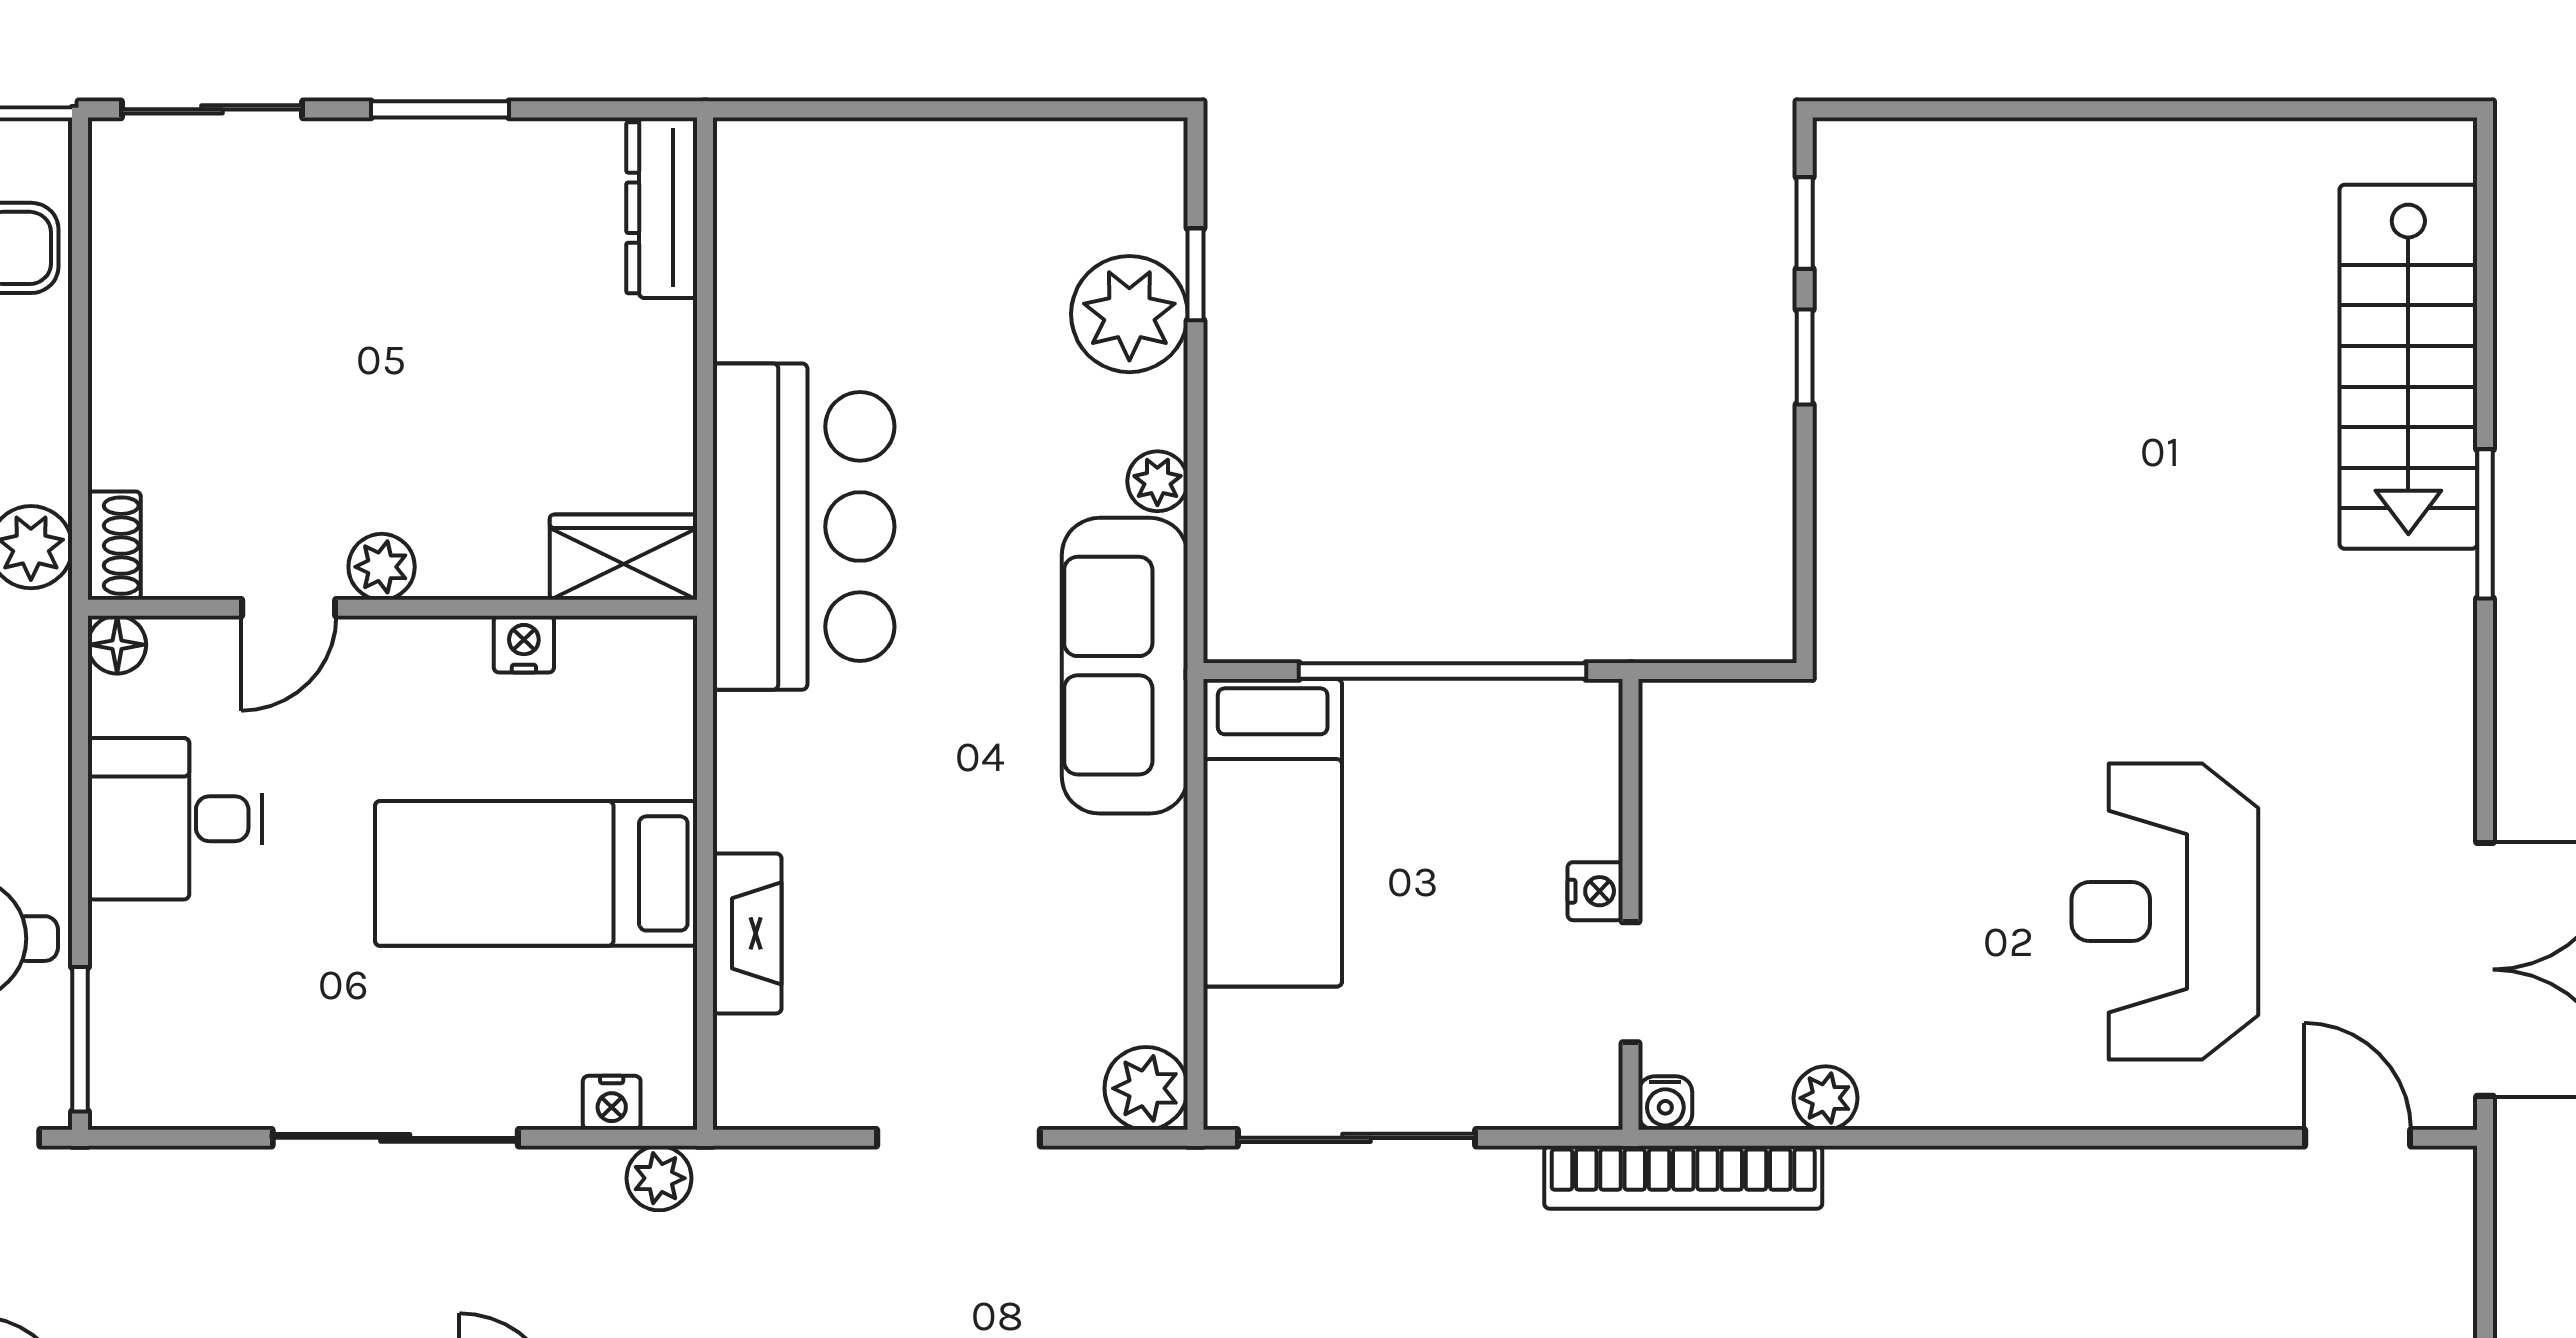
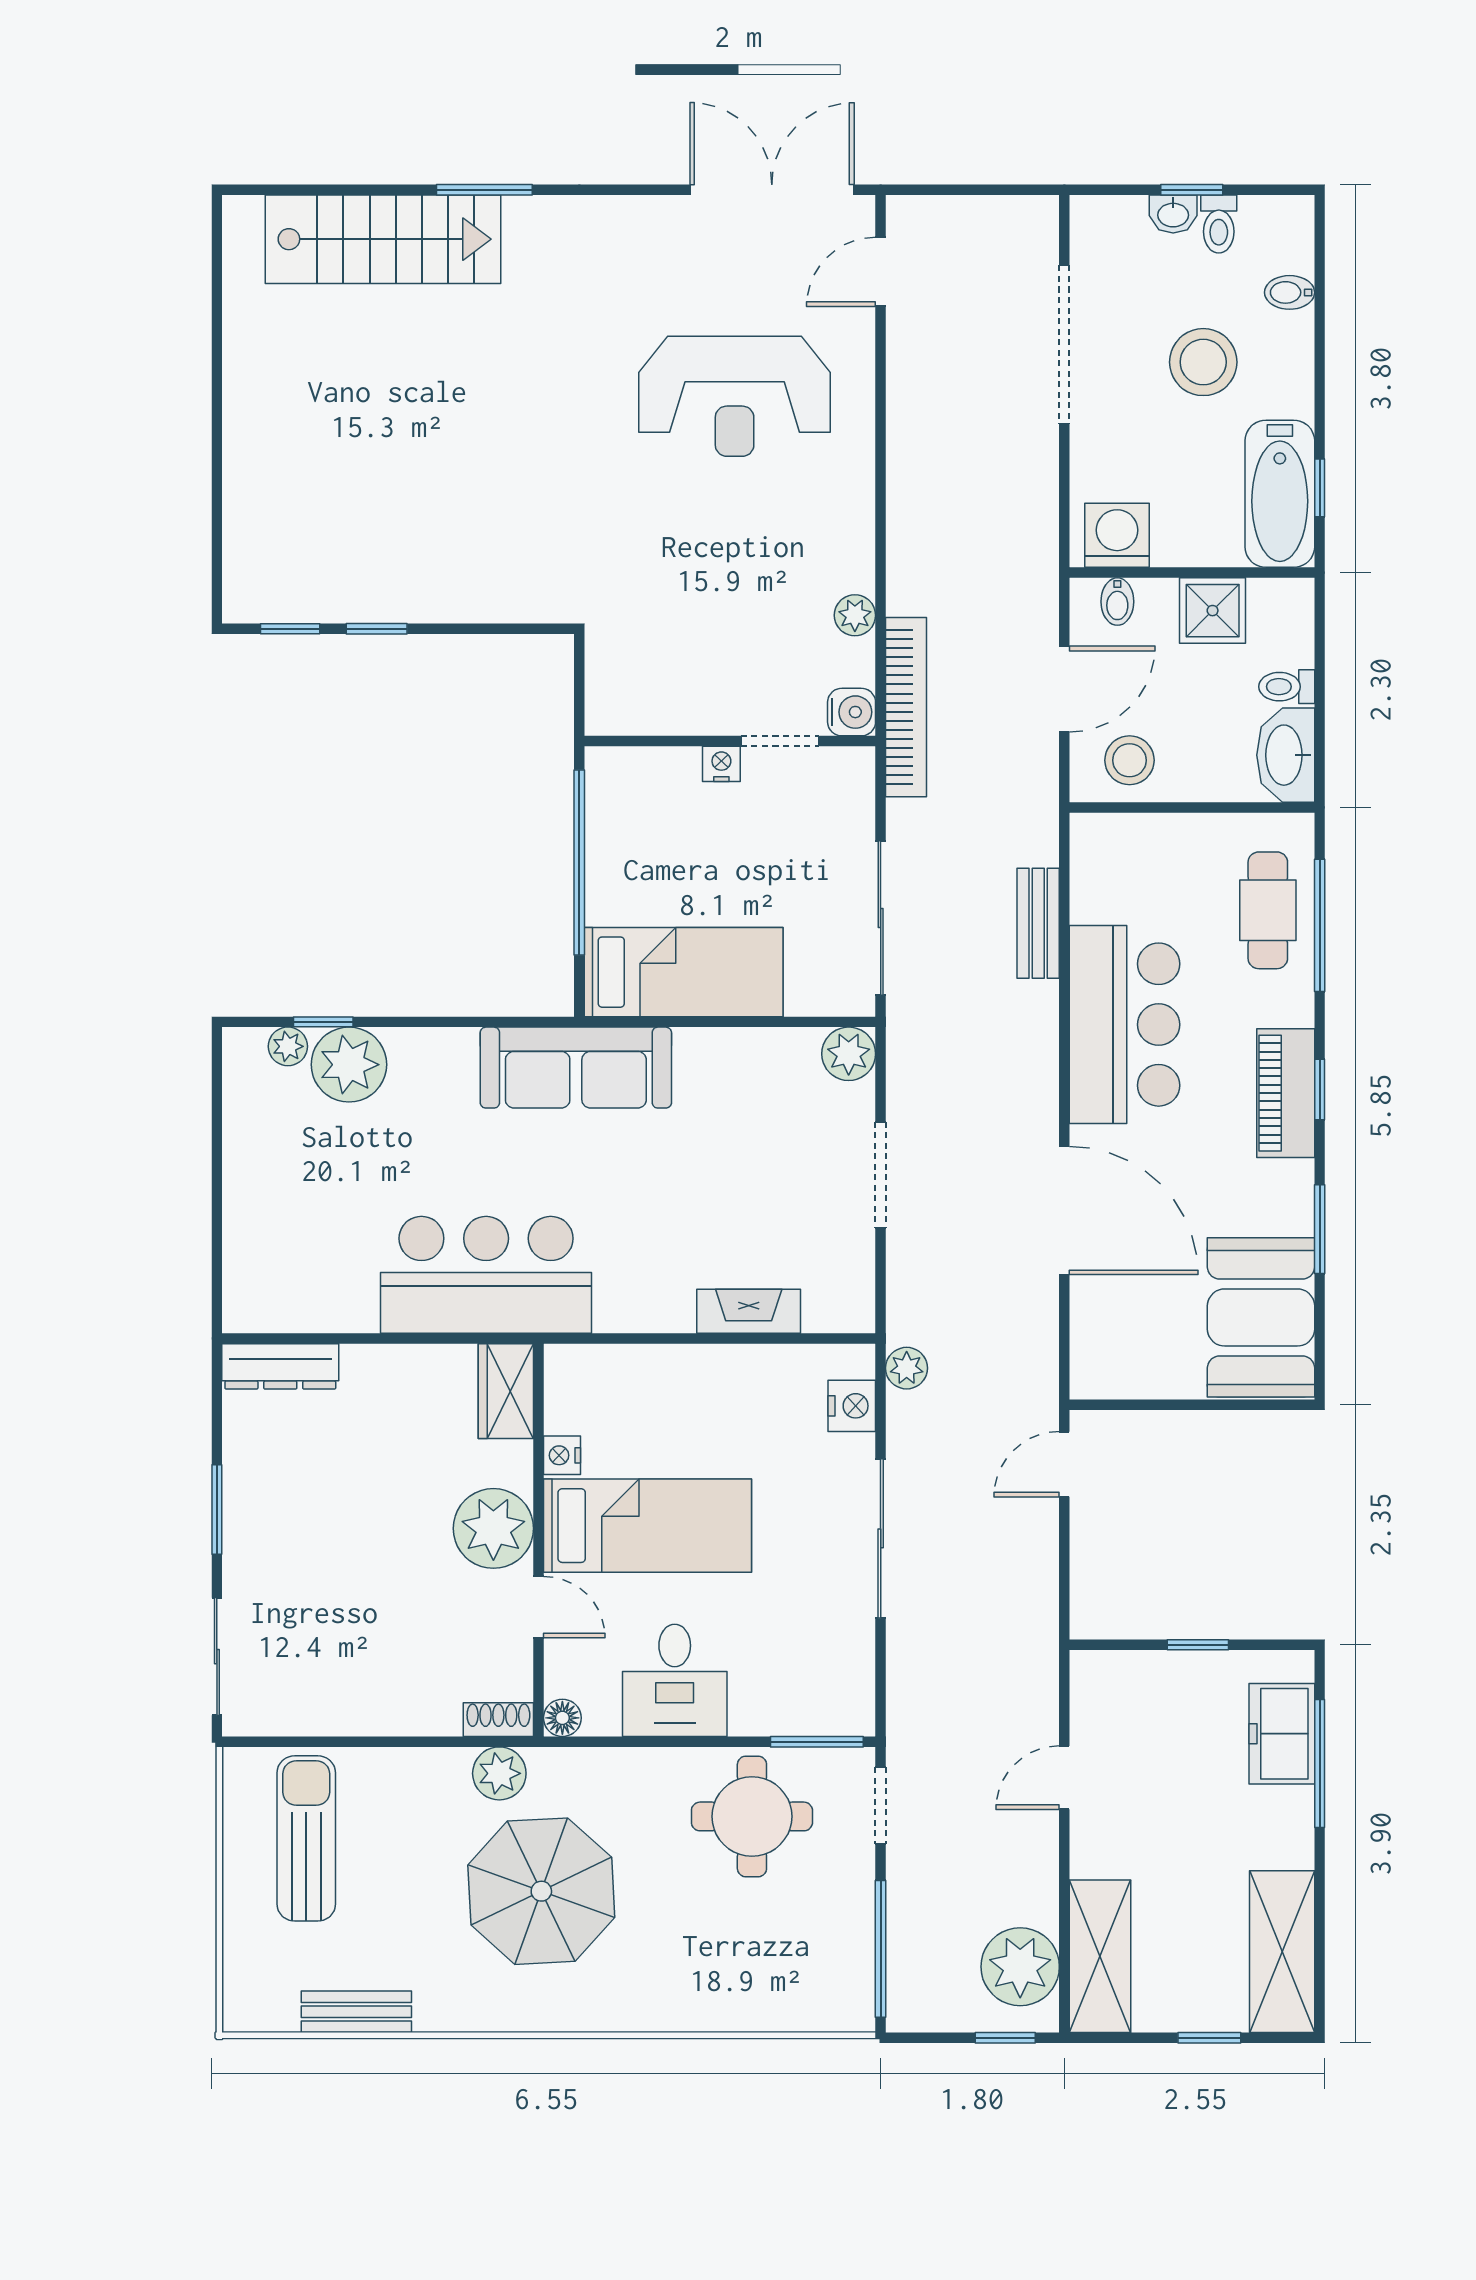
plant: (1157, 481) -> (288, 1046), moved
plant: (382, 567) -> (493, 1528), width x1.87, depth x1.87
bed: (536, 873) -> (648, 1526), moved, turned -90
nightstand: (612, 1103) -> (852, 1406), width x1.39, depth x1.35
water cooler: (1665, 1103) -> (852, 712), width x1.38, depth x1.38

